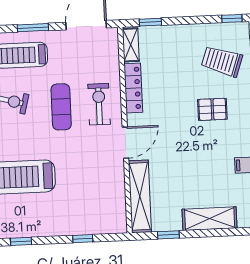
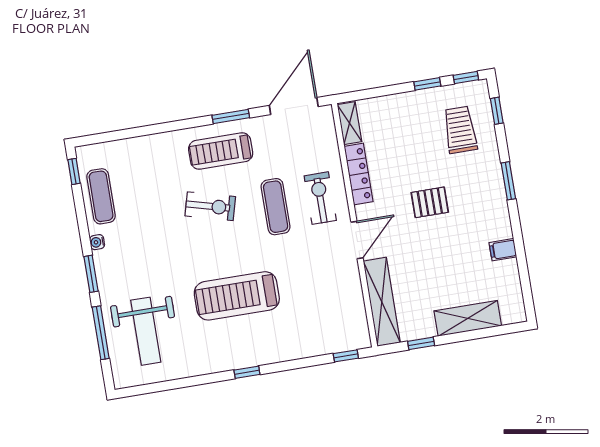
window: (150, 22) -> (427, 84), moved
trolley: (222, 61) -> (460, 130), turned 71
pallet: (212, 109) -> (430, 202), moved
window: (83, 239) -> (346, 356), moved

